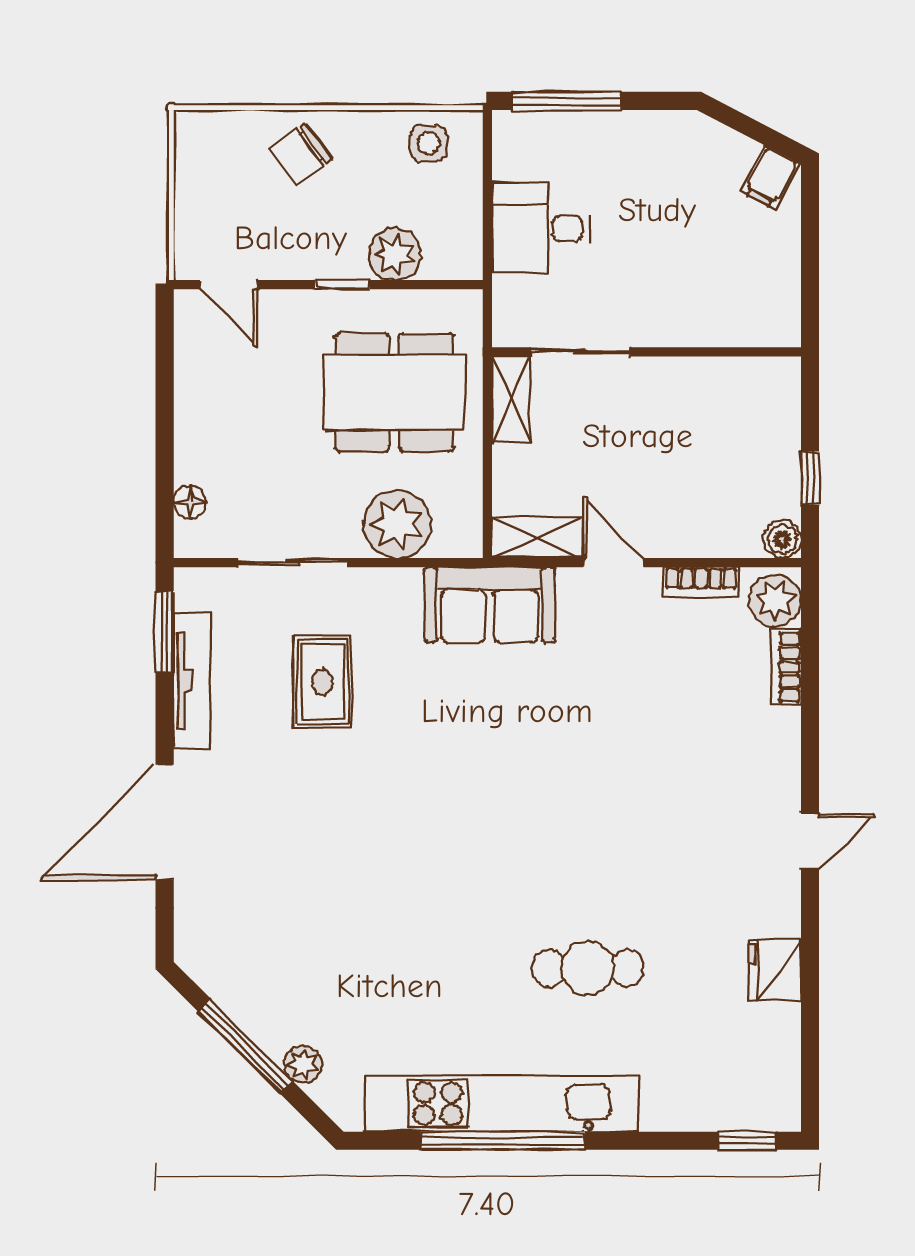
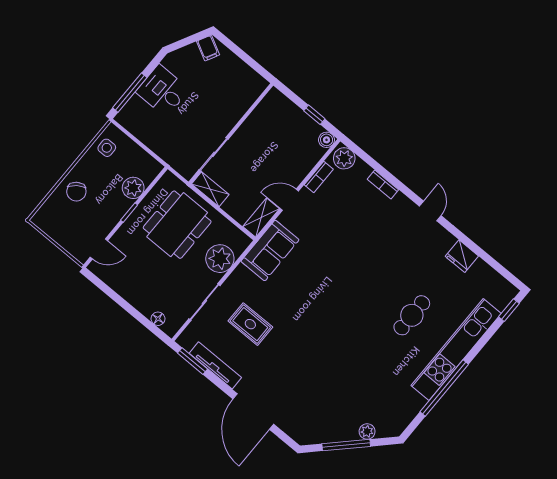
desk: (541, 228) -> (163, 91), moved, turned 90
bookcase: (786, 667) -> (383, 184), moved
kitchen unit: (501, 1103) -> (456, 350), moved

